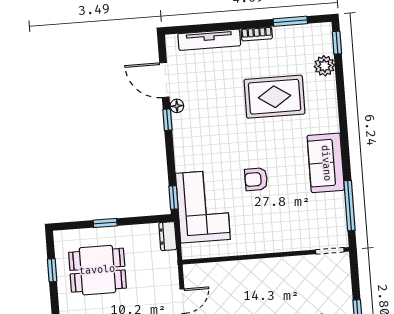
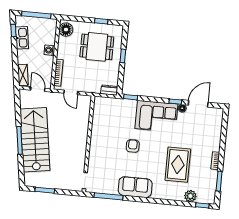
tv unit: (209, 40) -> (217, 133), removed
corner sofa: (203, 206) -> (156, 116), moved
dining table: (97, 270) -> (97, 47), turned 90

